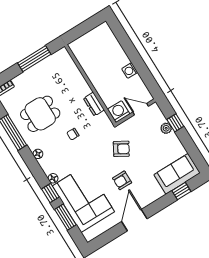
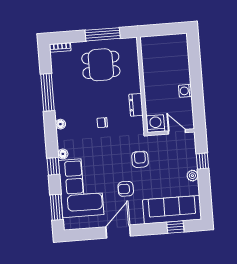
dining table: (40, 114) -> (101, 65), moved
plant: (166, 128) -> (192, 176), moved
armchair: (121, 149) -> (140, 159), turned -120
sofa: (177, 174) -> (172, 210), width x1.36
window: (65, 217) -> (57, 207), moved

